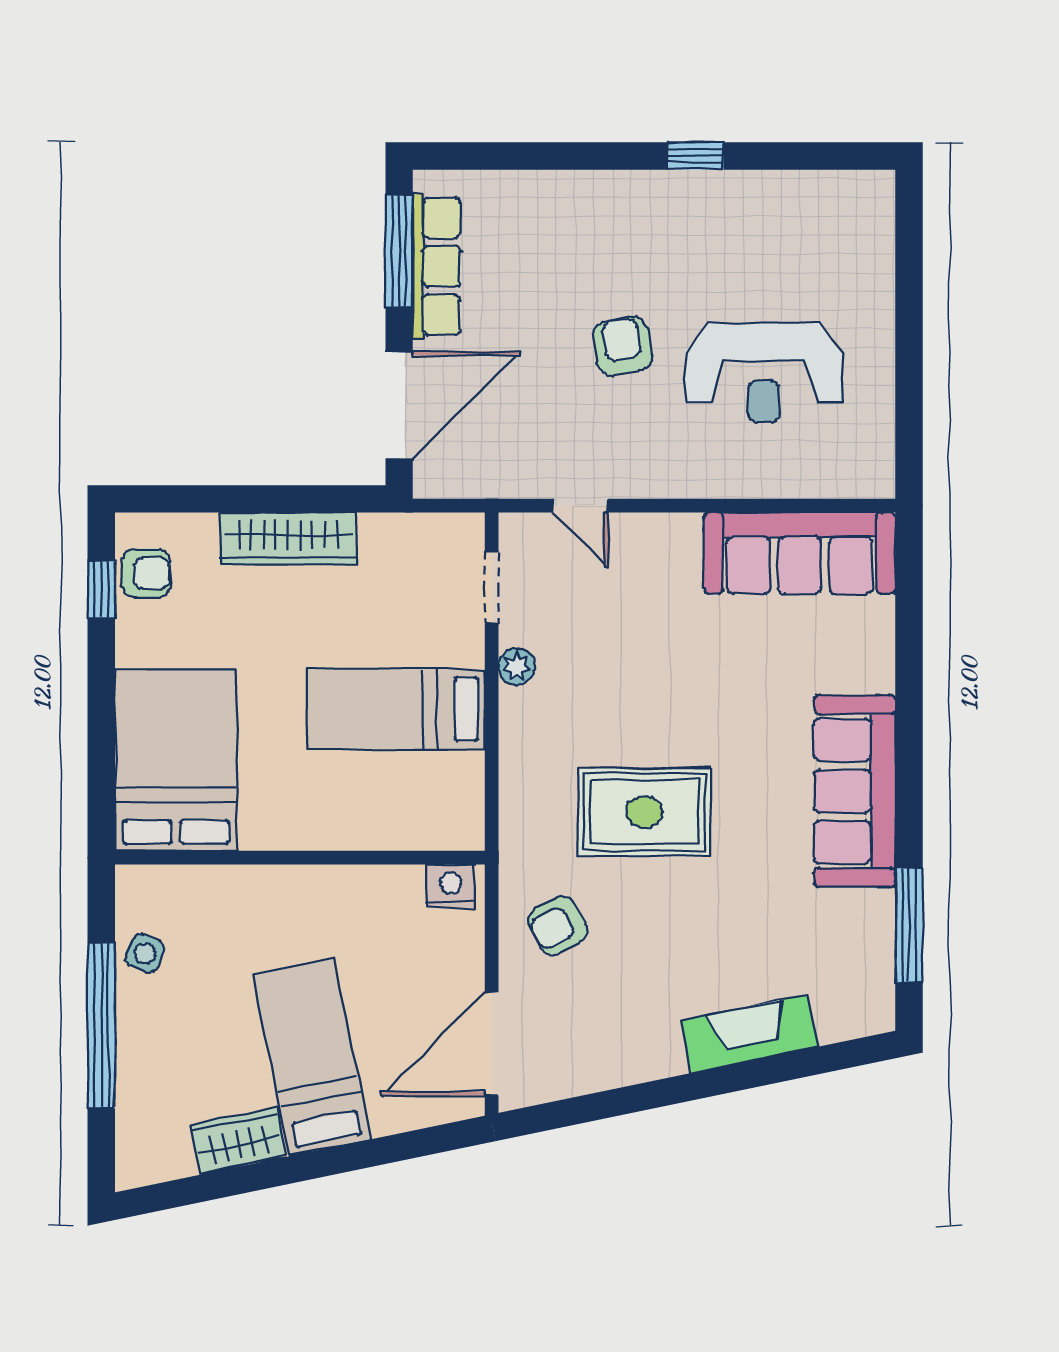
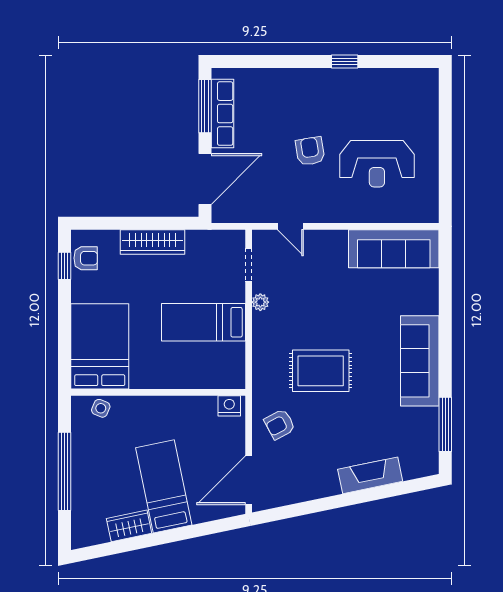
side table: (145, 953) -> (101, 408), moved

